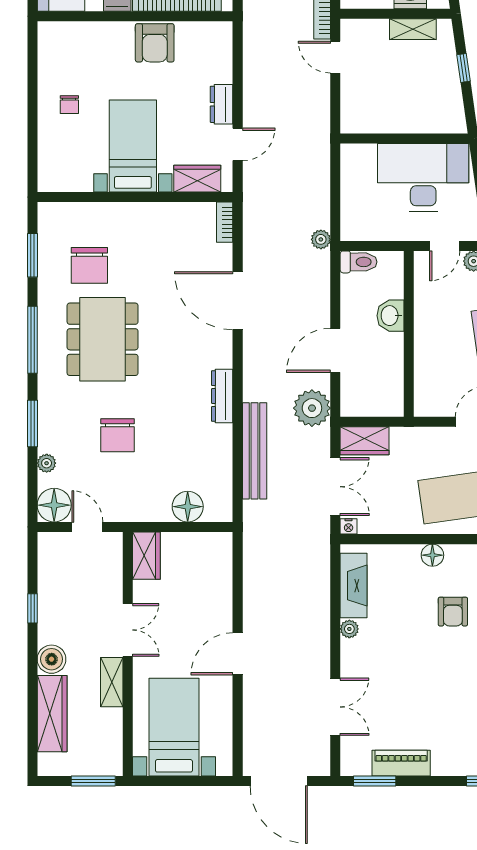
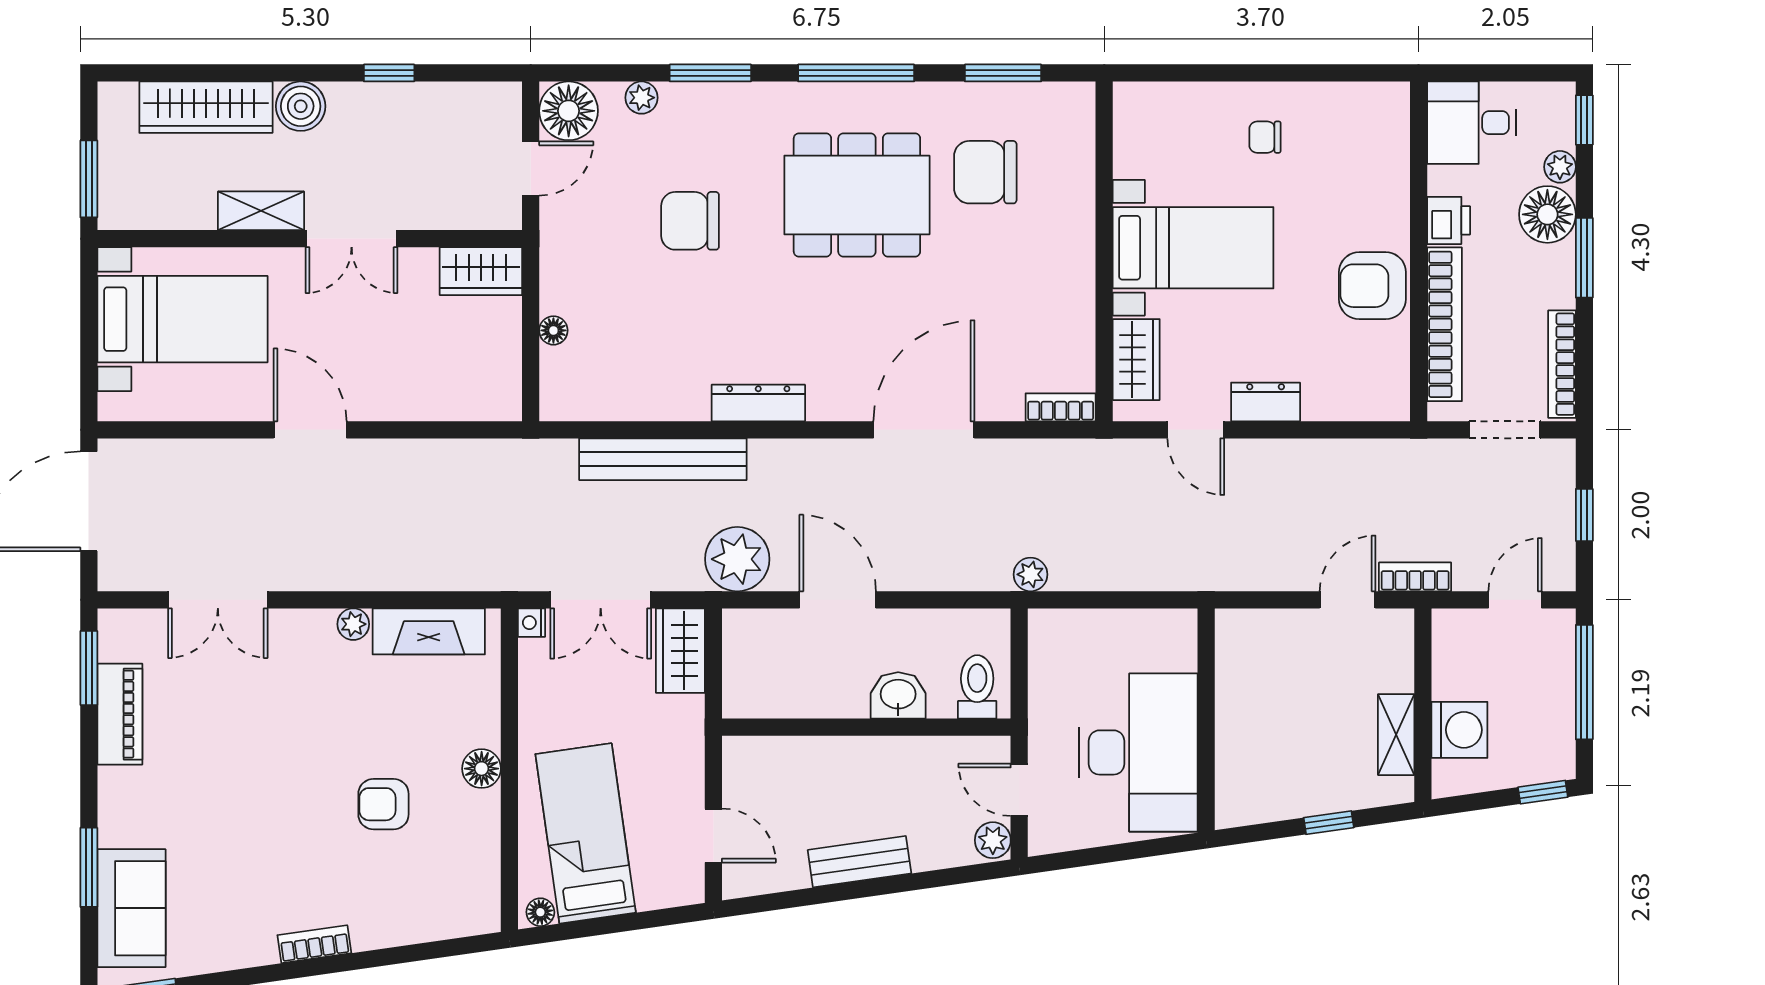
toilet: (359, 262) -> (977, 687), moved, turned 180
floor lamp: (188, 507) -> (553, 330), width x0.53, depth x0.53

